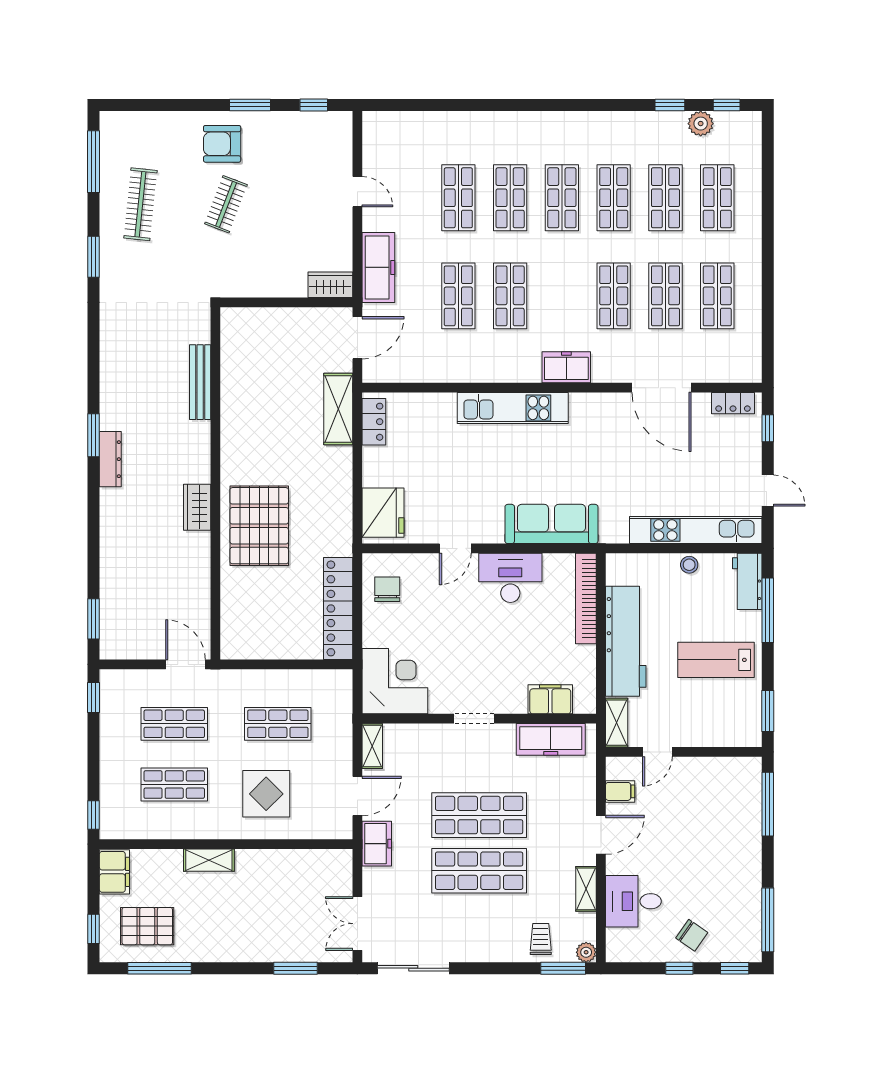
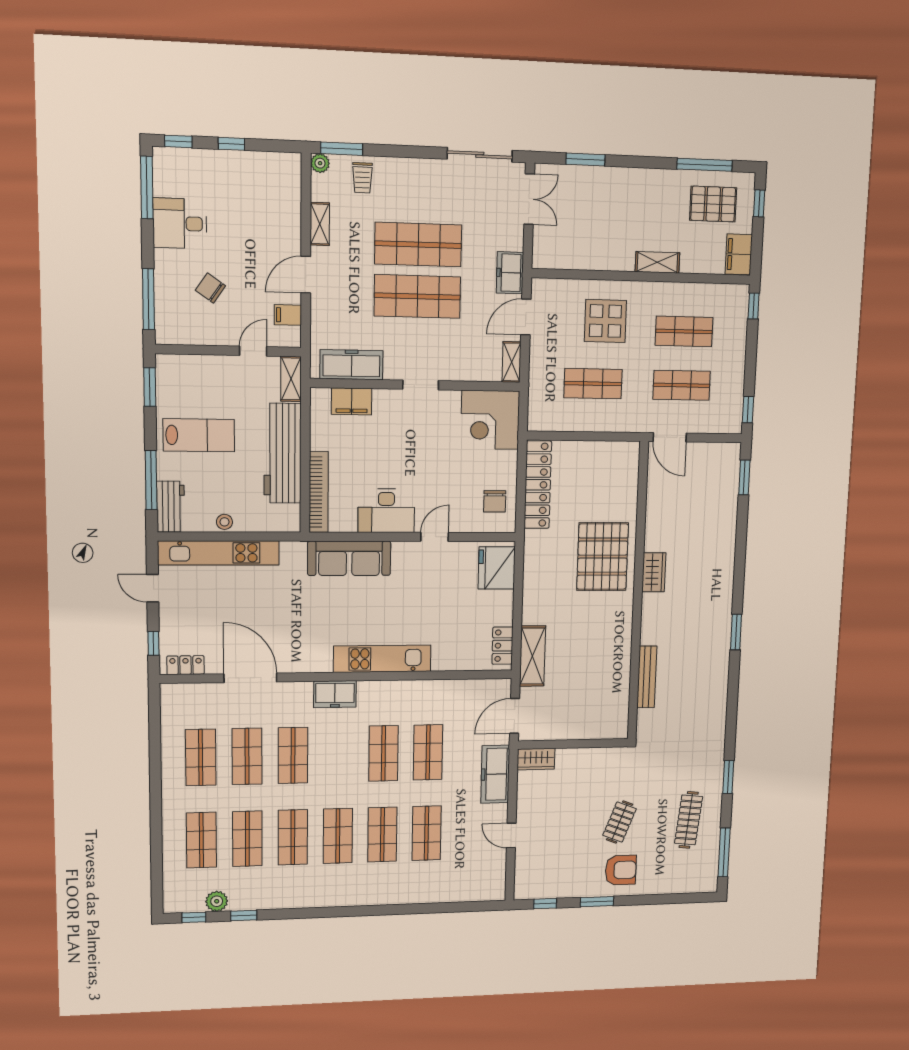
dresser: (110, 459) -> (723, 612), removed
desk: (633, 901) -> (180, 223), moved, turned 180
chair: (692, 935) -> (210, 288), moved

